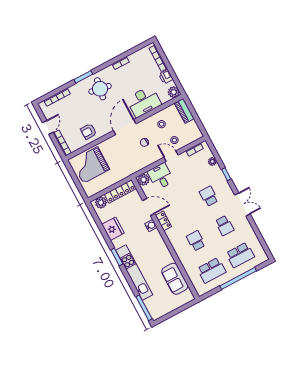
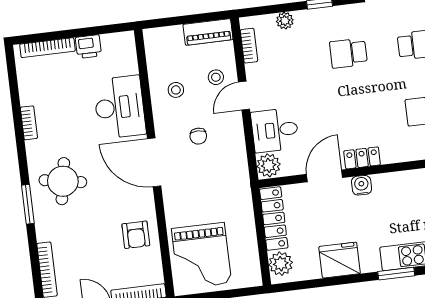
plant: (174, 92) -> (124, 43), removed
piano: (184, 111) -> (208, 32), moved

